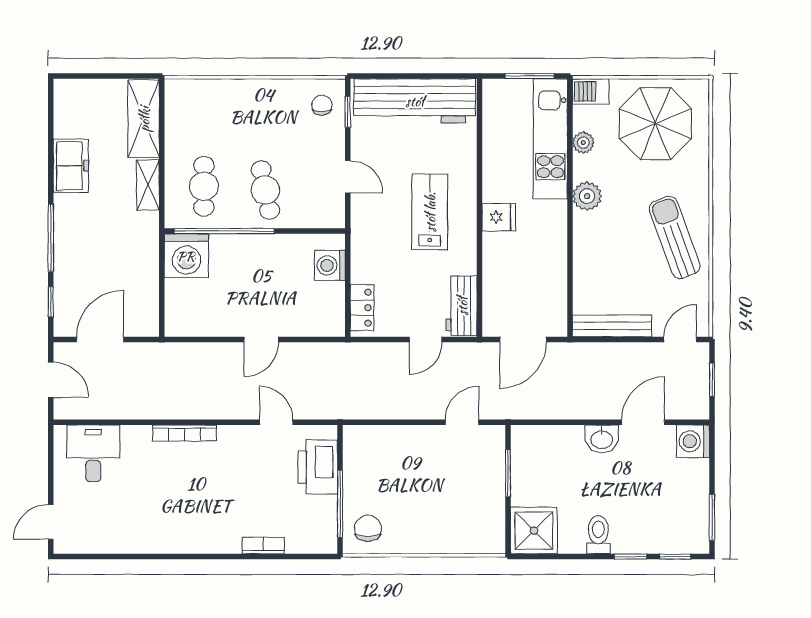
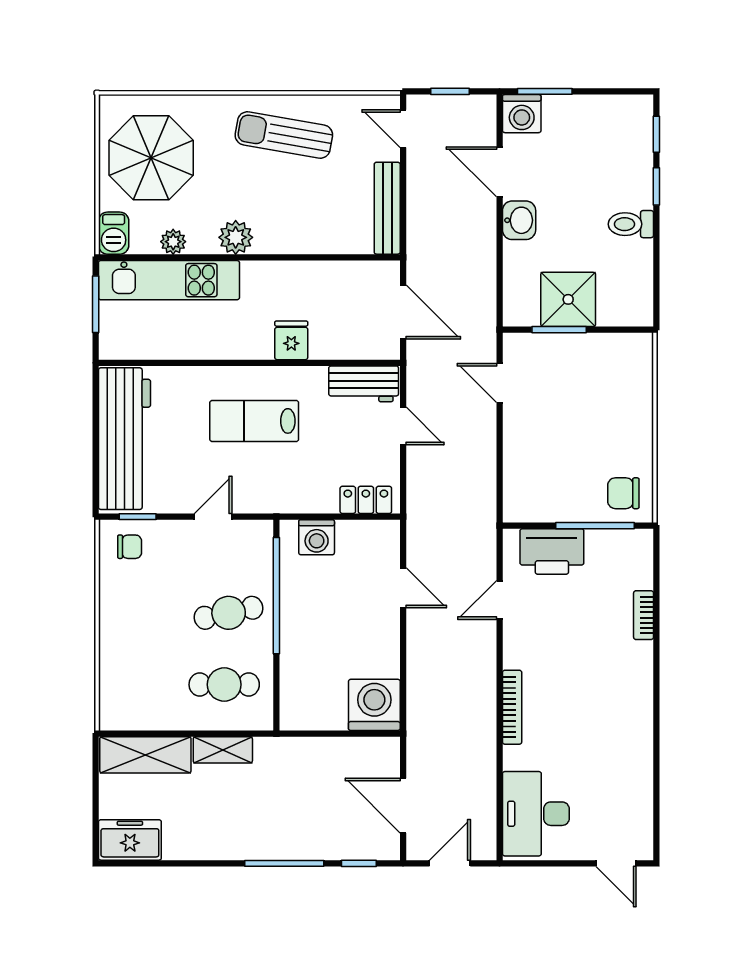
chair: (322, 105) -> (130, 547), turned 180
freezer: (71, 166) -> (130, 840), moved
fridge: (499, 217) -> (291, 340), moved
window: (224, 231) -> (276, 596), moved
sun lounger: (675, 237) -> (284, 135), turned 30
washing machine: (186, 256) -> (374, 705), moved, turned -90
door: (261, 340) -> (403, 588), moved
desk: (93, 453) -> (536, 814), width x1.37
window: (712, 517) -> (545, 91), moved
shower: (534, 531) -> (568, 299), moved

